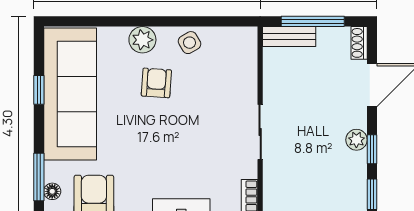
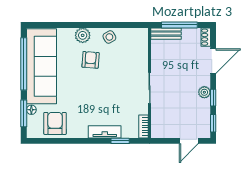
window: (39, 90) -> (24, 64), width x3.17
floor lamp: (52, 191) -> (31, 110), moved

